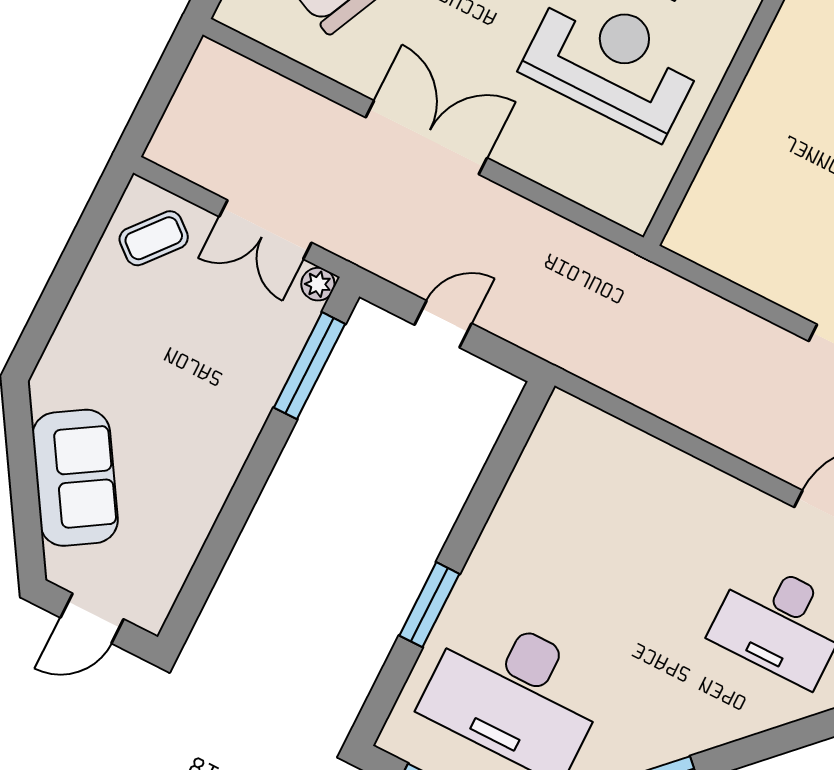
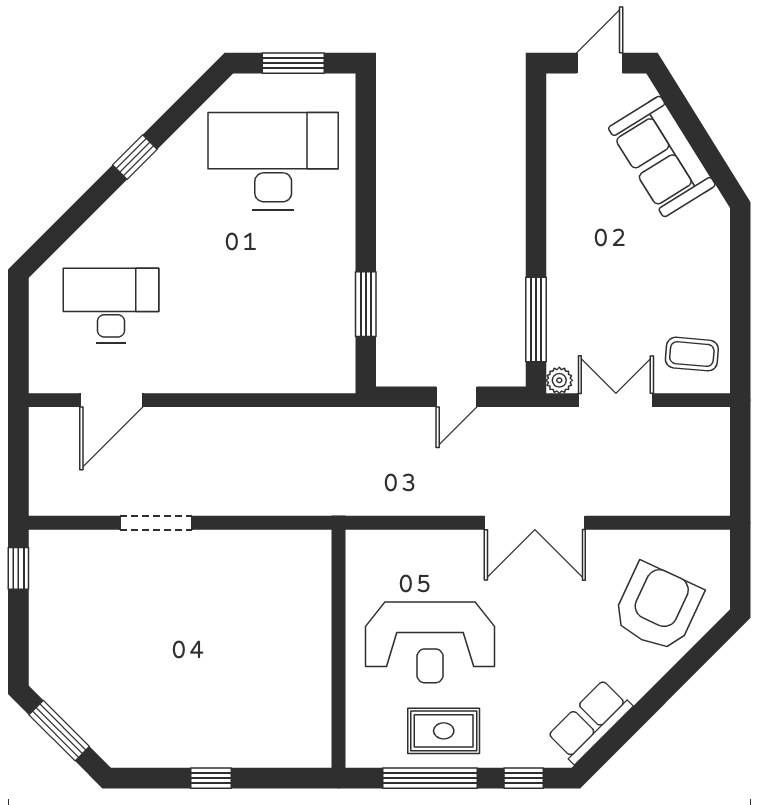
coffee table: (154, 238) -> (692, 354), turned 55
window: (429, 605) -> (366, 304), moved

